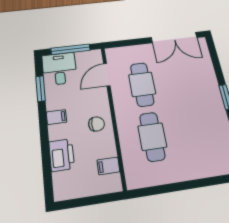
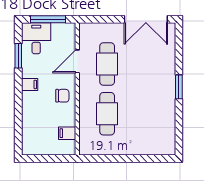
door: (107, 75) -> (77, 61), moved
printer: (62, 155) -> (31, 118), removed

